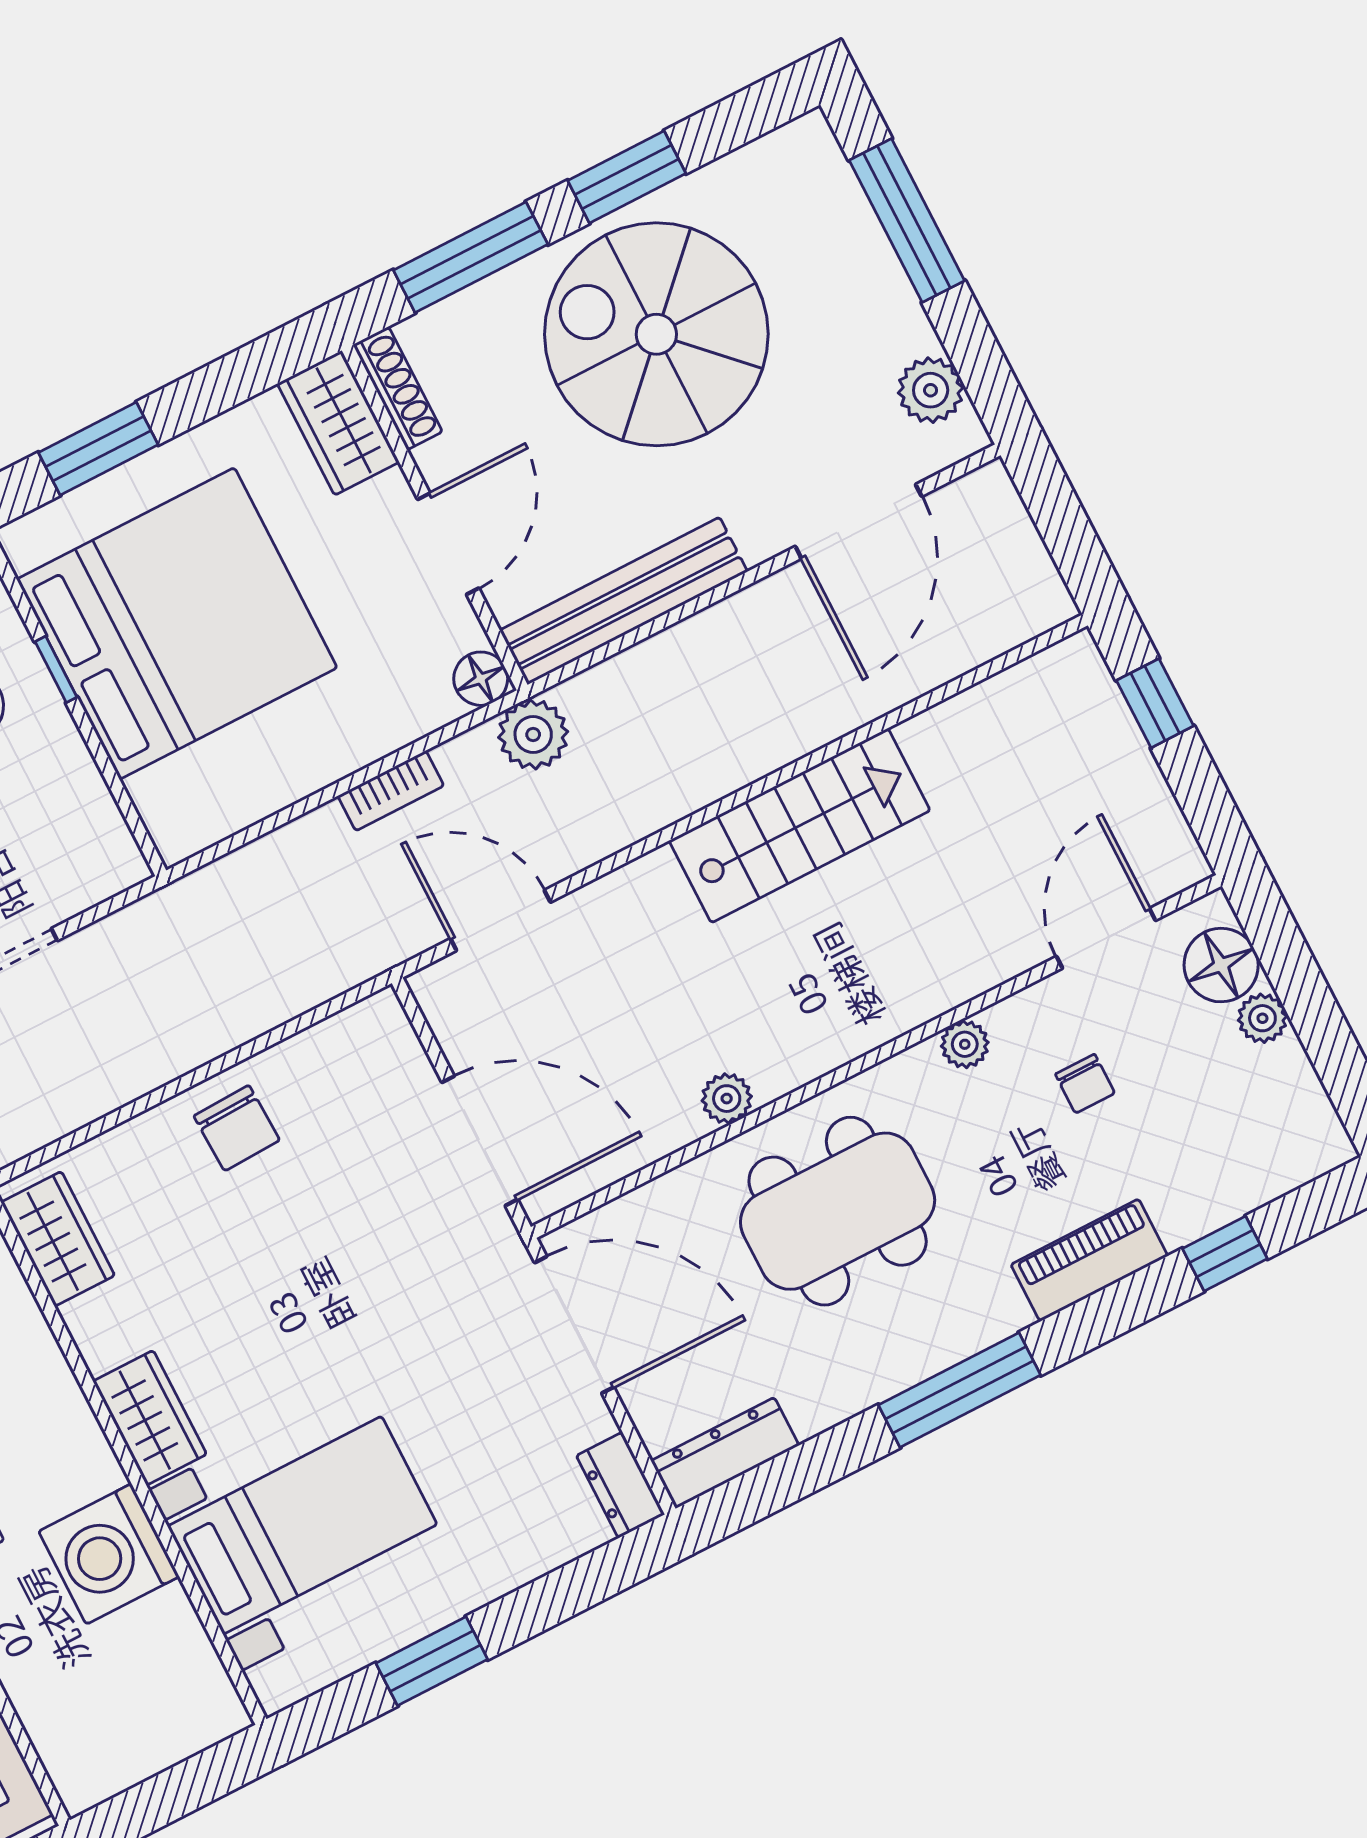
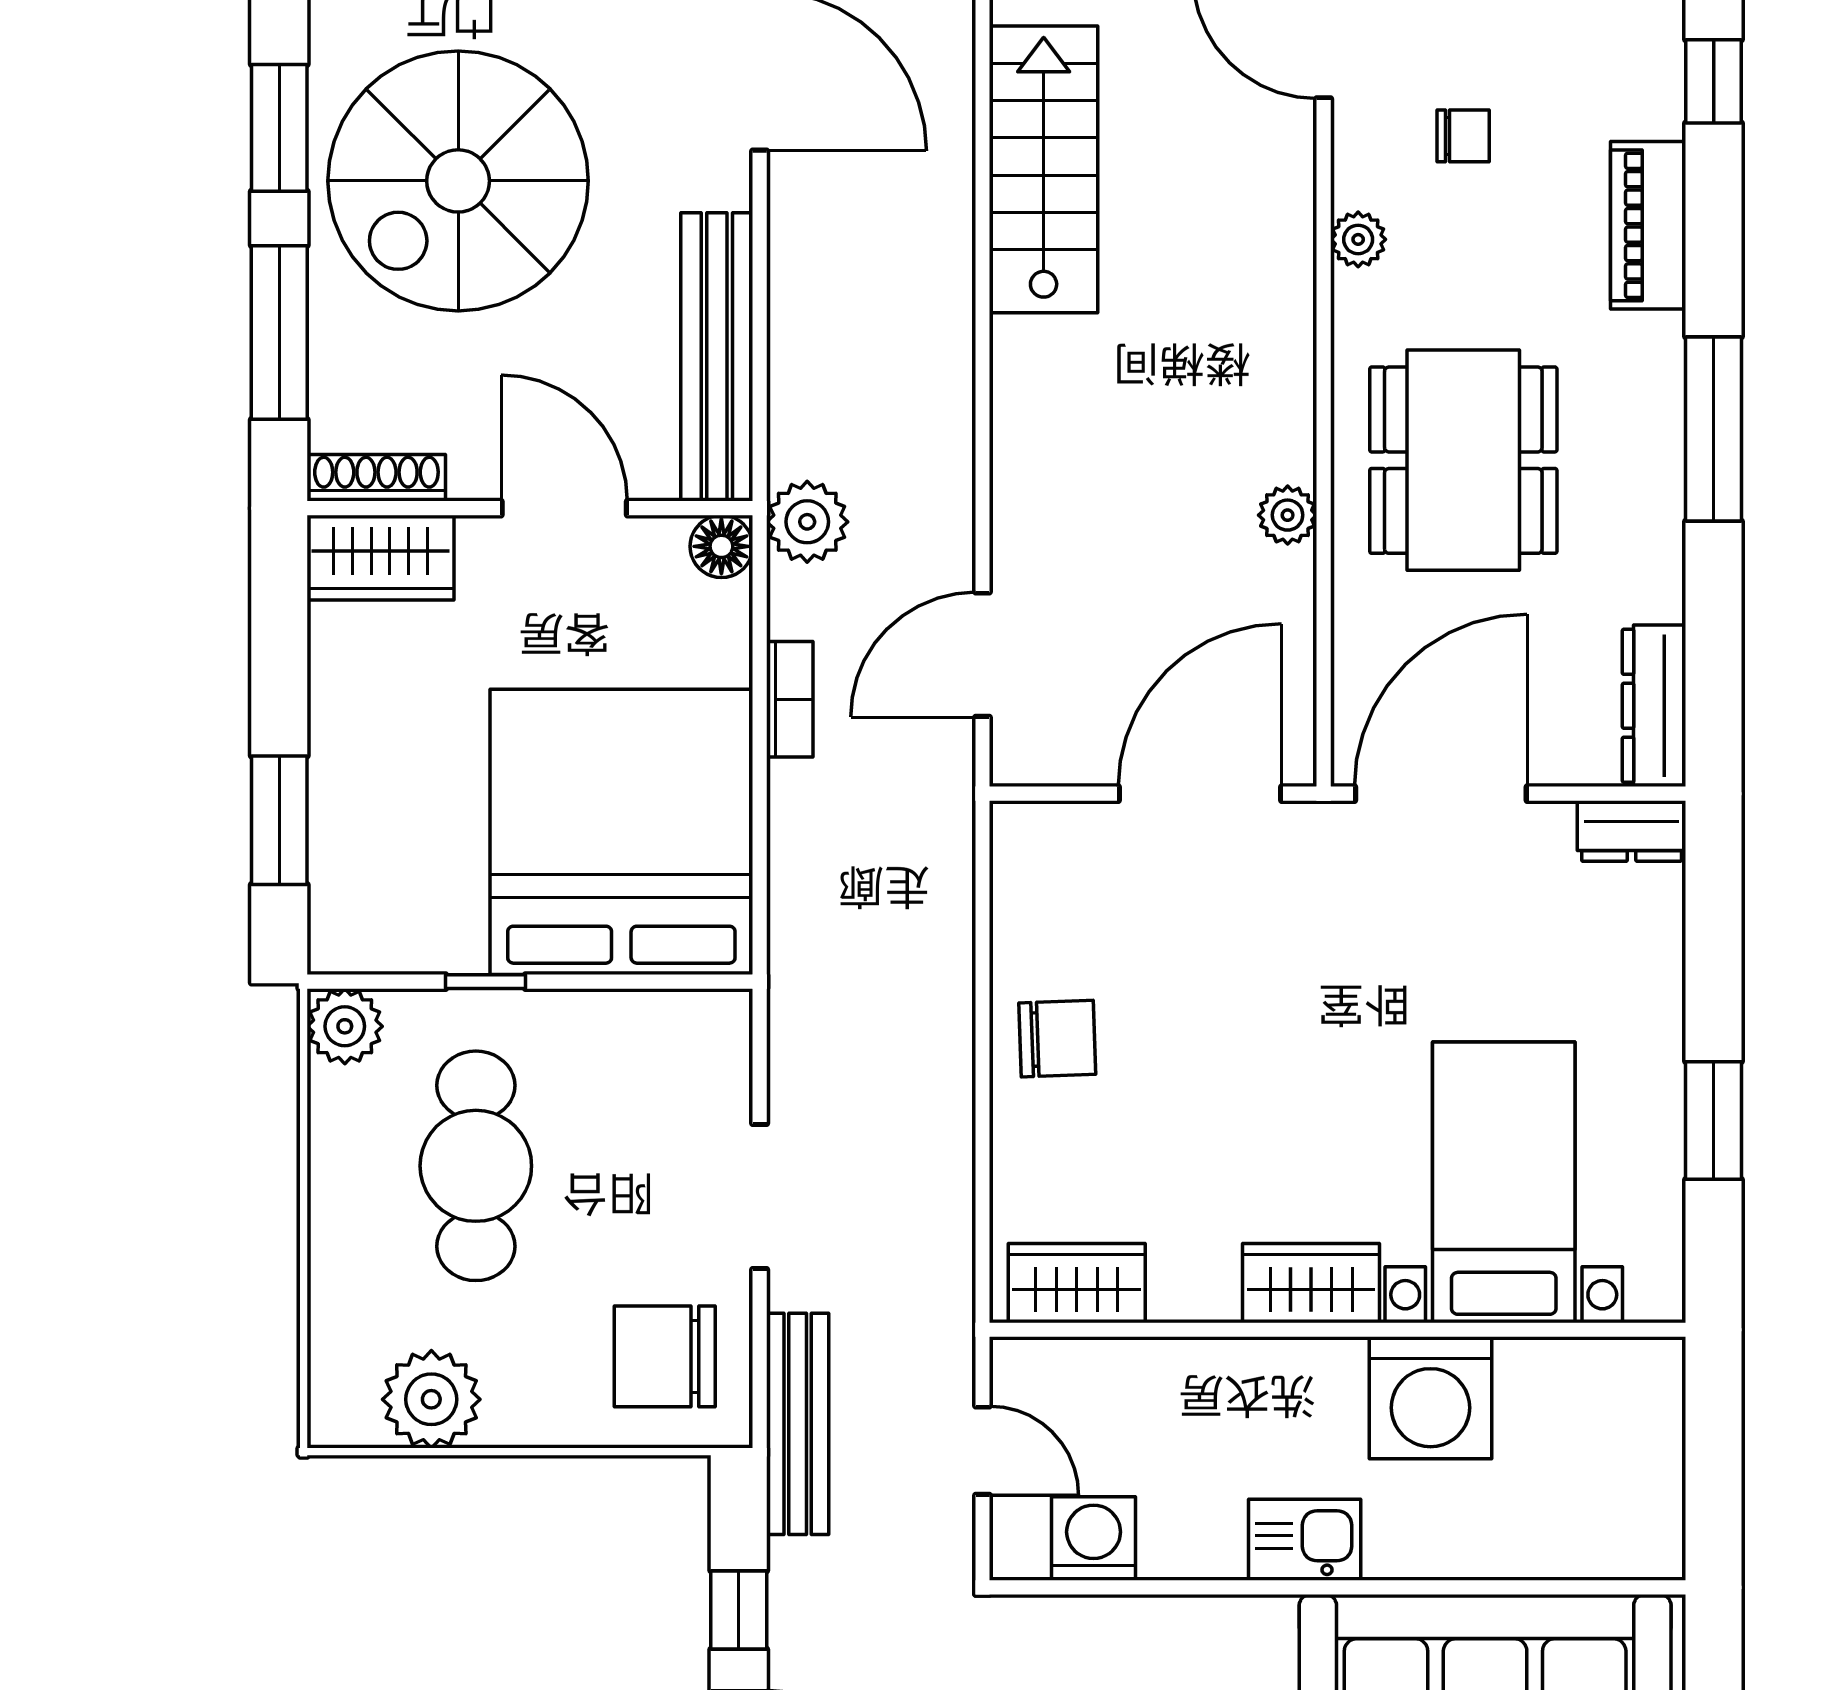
bed: (177, 623) -> (621, 832), moved
stairs: (800, 826) -> (1044, 169), moved

